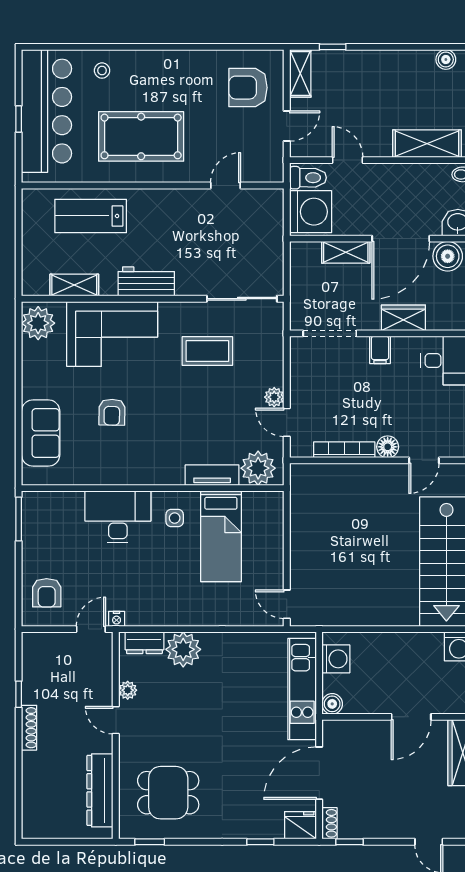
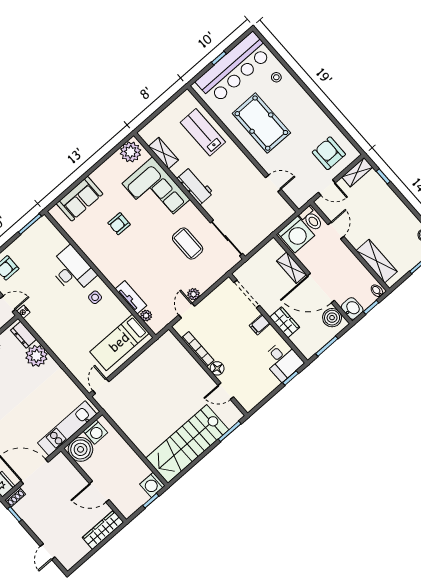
plant: (258, 468) -> (146, 316), width x0.53, depth x0.53
bed: (221, 536) -> (119, 342), moved
boiler: (332, 704) -> (81, 449), width x1.86, depth x1.86

